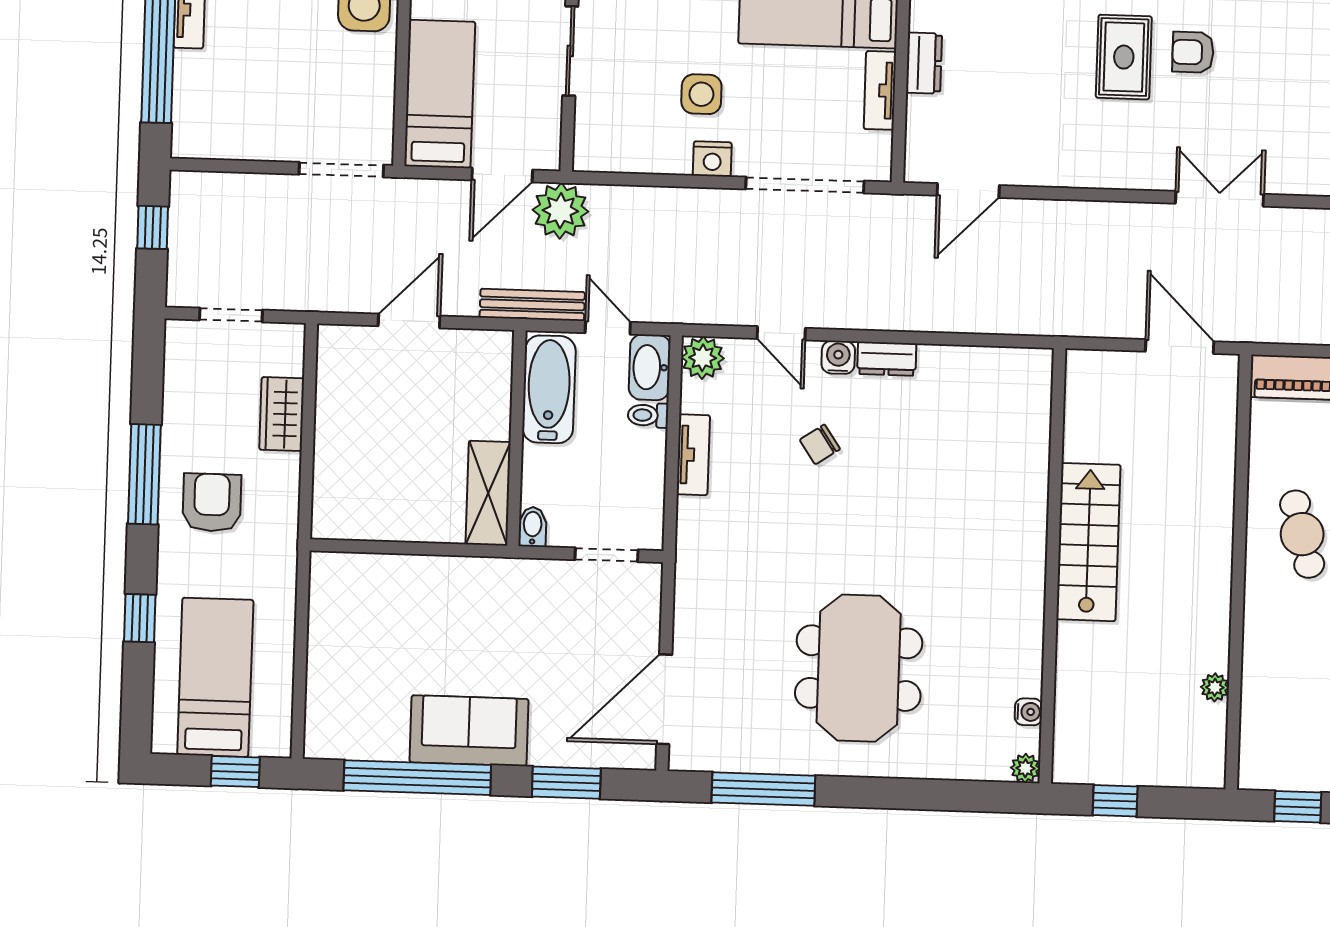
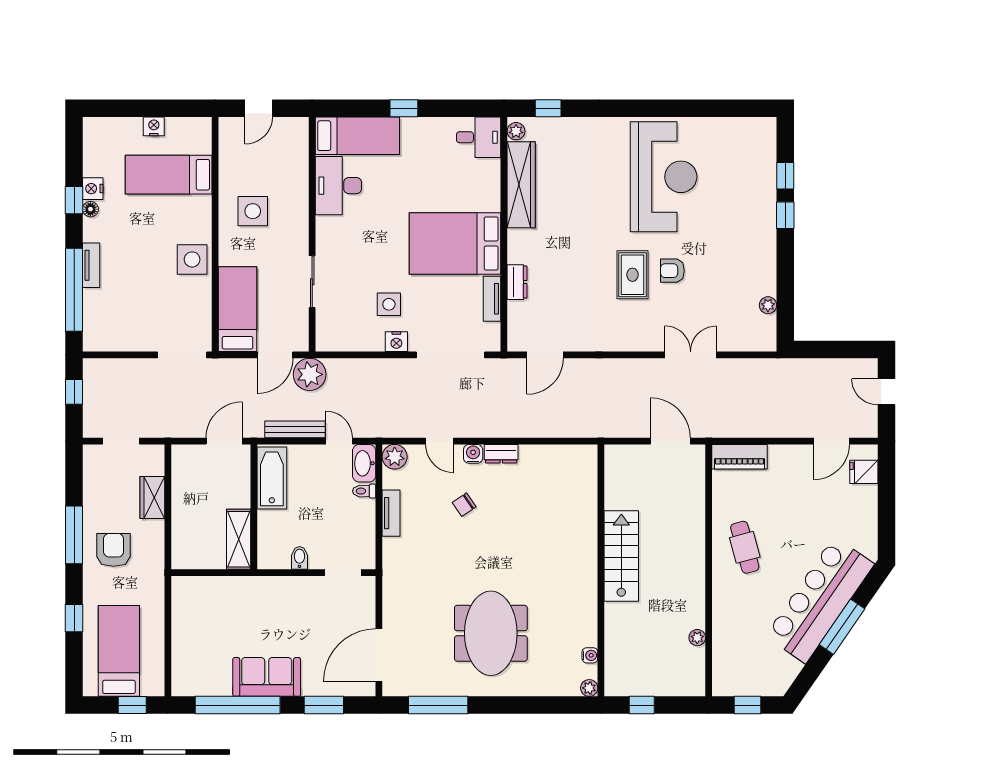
bathtub: (549, 389) -> (272, 478), moved
wall: (516, 438) -> (254, 507), moved
shelving: (488, 493) -> (239, 539), moved

